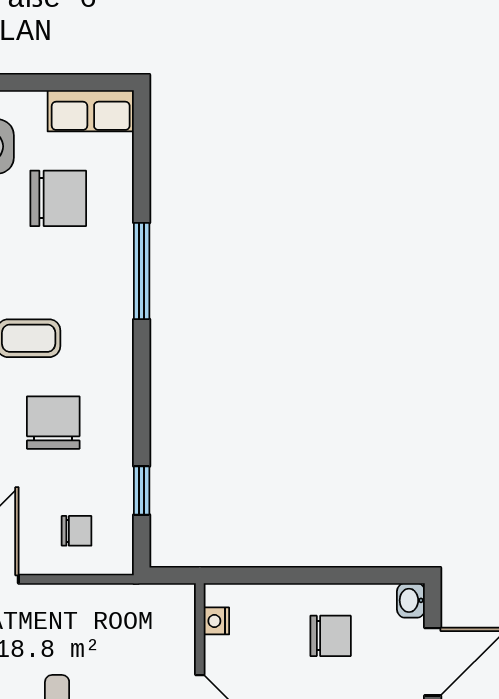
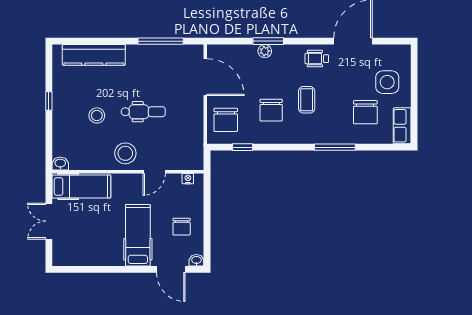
chair: (53, 423) -> (271, 110), turned 90
chair: (77, 531) -> (226, 120), width x1.87, depth x1.87

